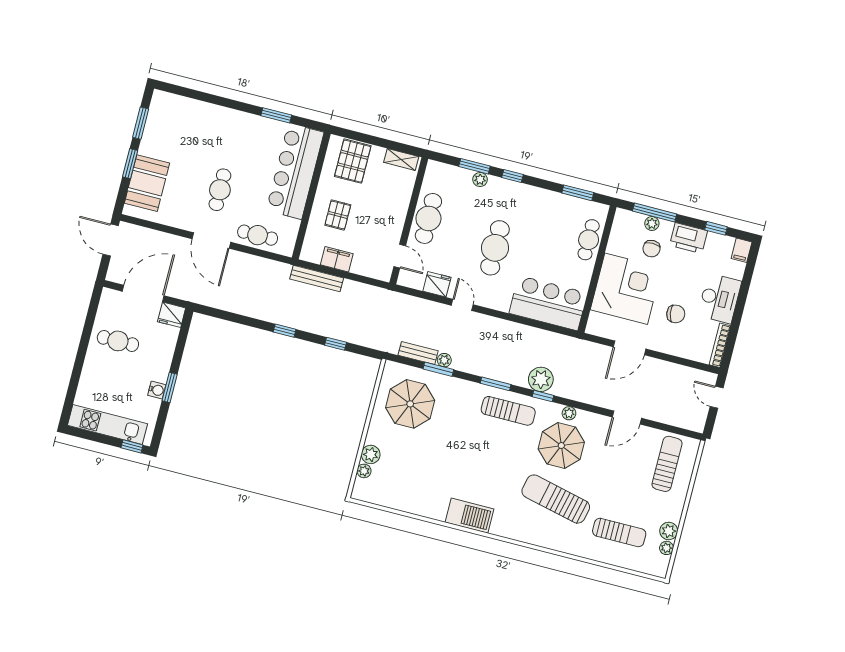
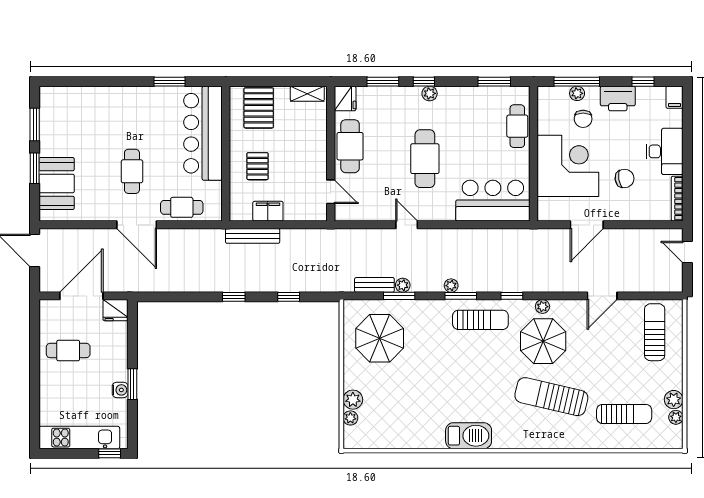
plant: (480, 179) -> (430, 93), moved
fridge: (437, 284) -> (345, 98), moved, turned 90
plant: (541, 379) -> (451, 286), moved, width x0.53, depth x0.53

